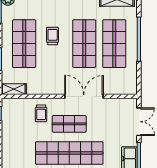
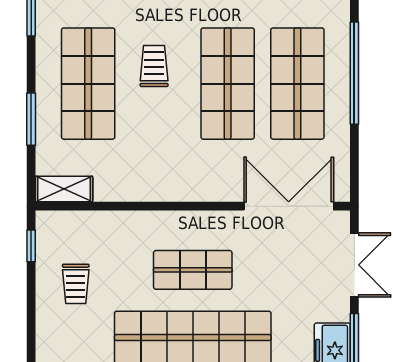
double door: (84, 96) -> (289, 206), moved
trolley: (41, 113) -> (76, 284), moved

